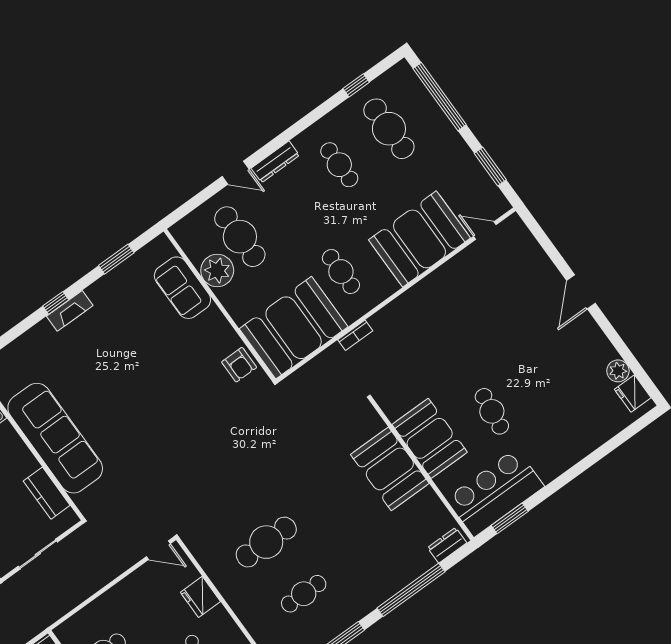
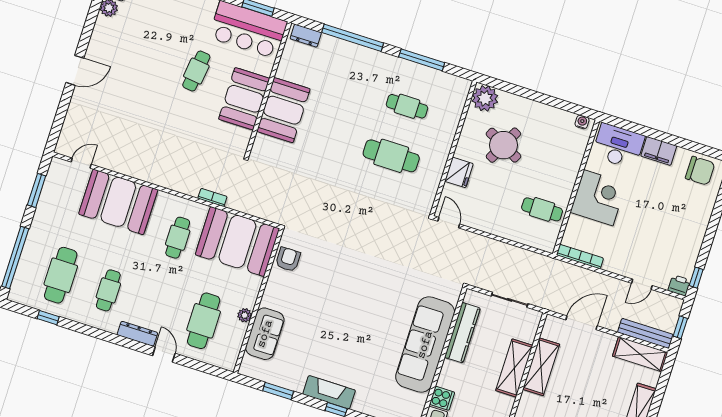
door: (485, 231) -> (81, 163), swing flipped
plant: (217, 271) -> (245, 315), width x0.53, depth x0.53
fireplace: (70, 311) -> (329, 392), width x1.37, depth x1.32
kitchen counter: (47, 493) -> (462, 333), width x1.50

